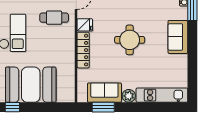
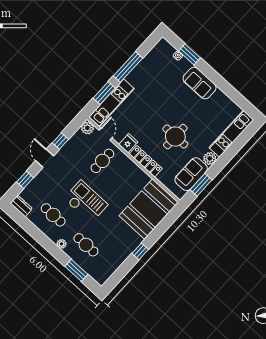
round table: (130, 40) -> (175, 137), moved
booth: (31, 85) -> (149, 209), moved

